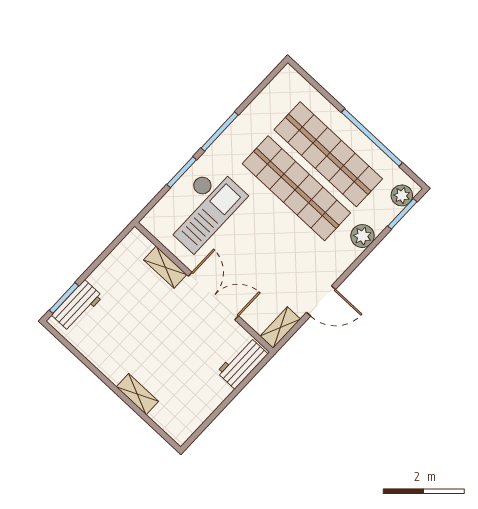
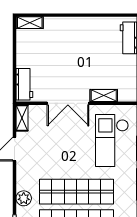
shelving: (137, 394) -> (30, 23), moved

